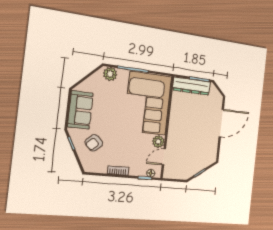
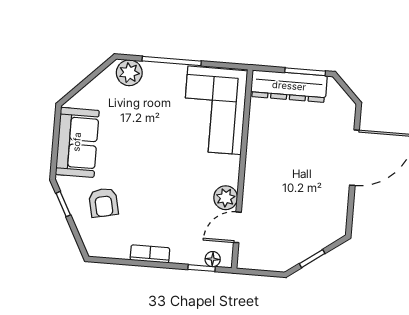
corner sofa: (148, 103) -> (214, 110), width x0.73, depth x0.74
armchair: (94, 143) -> (103, 203), turned -58

